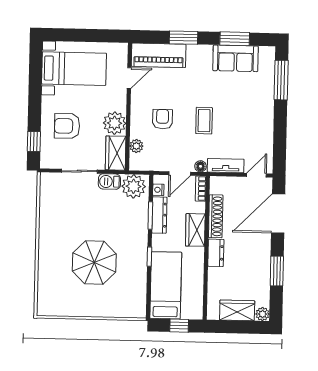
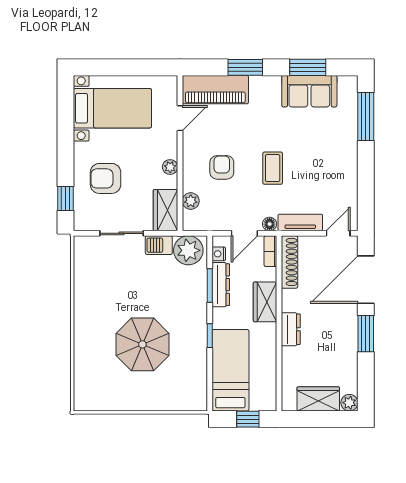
plant: (115, 123) -> (170, 167), width x0.53, depth x0.53
shoe rack: (216, 216) -> (289, 262), moved
window: (277, 271) -> (366, 334), moved

